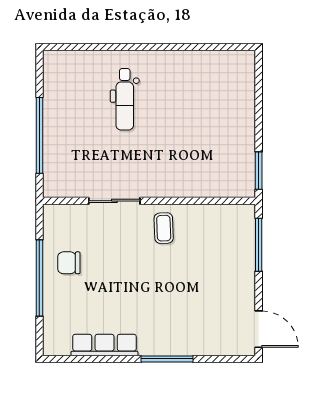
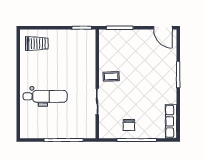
trolley: (228, 83) -> (37, 44), added
dental chair: (125, 99) -> (45, 96), width x1.36, depth x1.38
door: (259, 329) -> (163, 28), swing flipped
row of seats: (105, 345) -> (171, 121), moved

